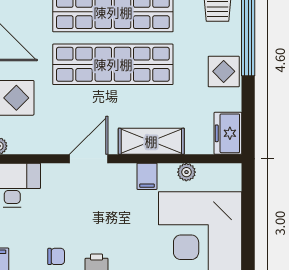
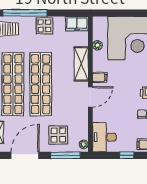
door: (89, 159) -> (90, 97), swing flipped
filing cabinet: (147, 176) -> (100, 77), moved

